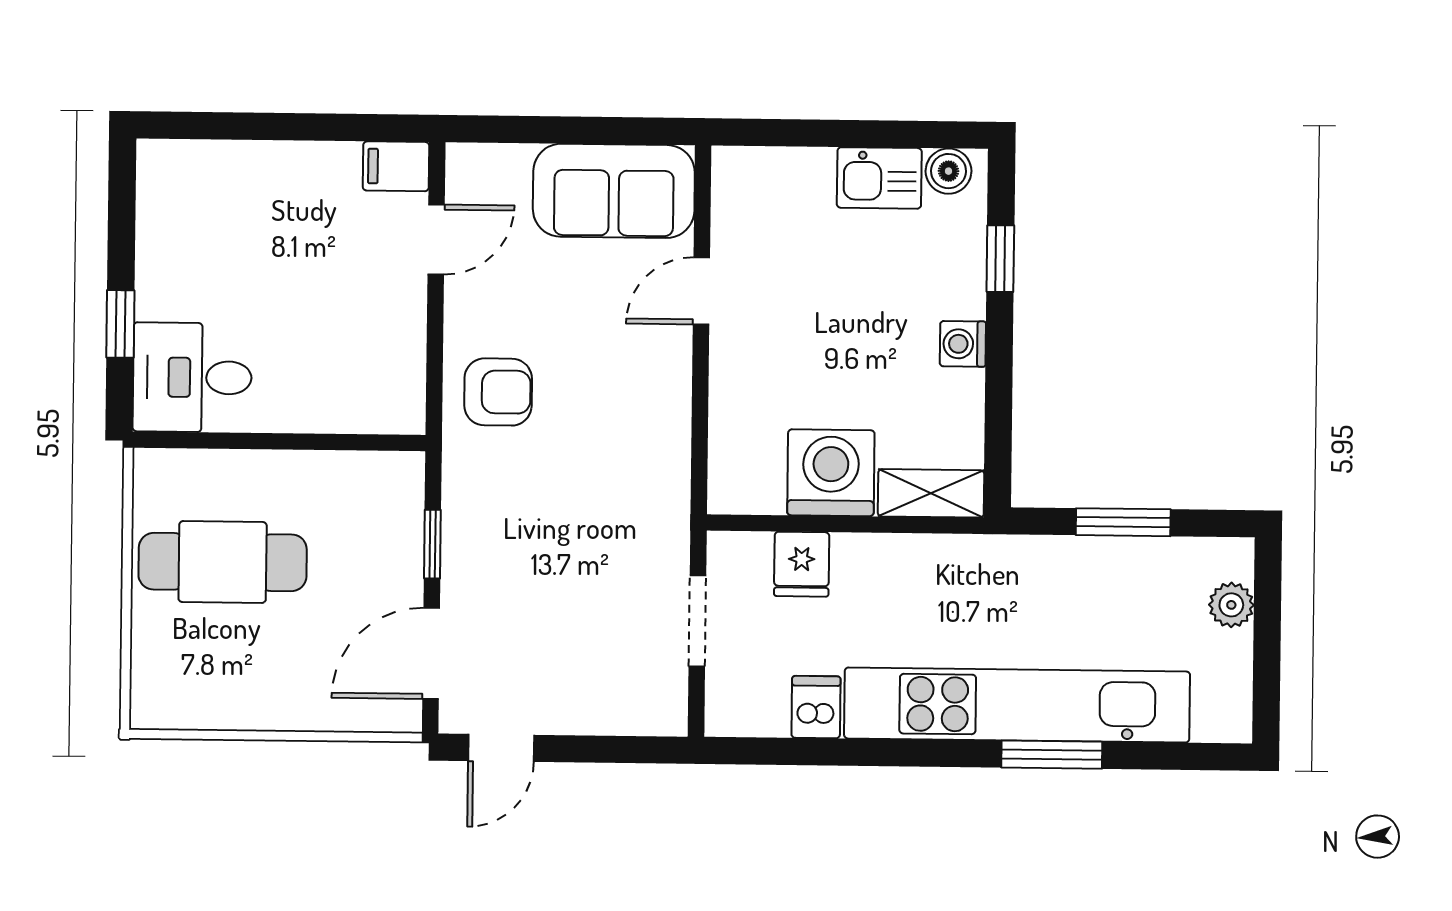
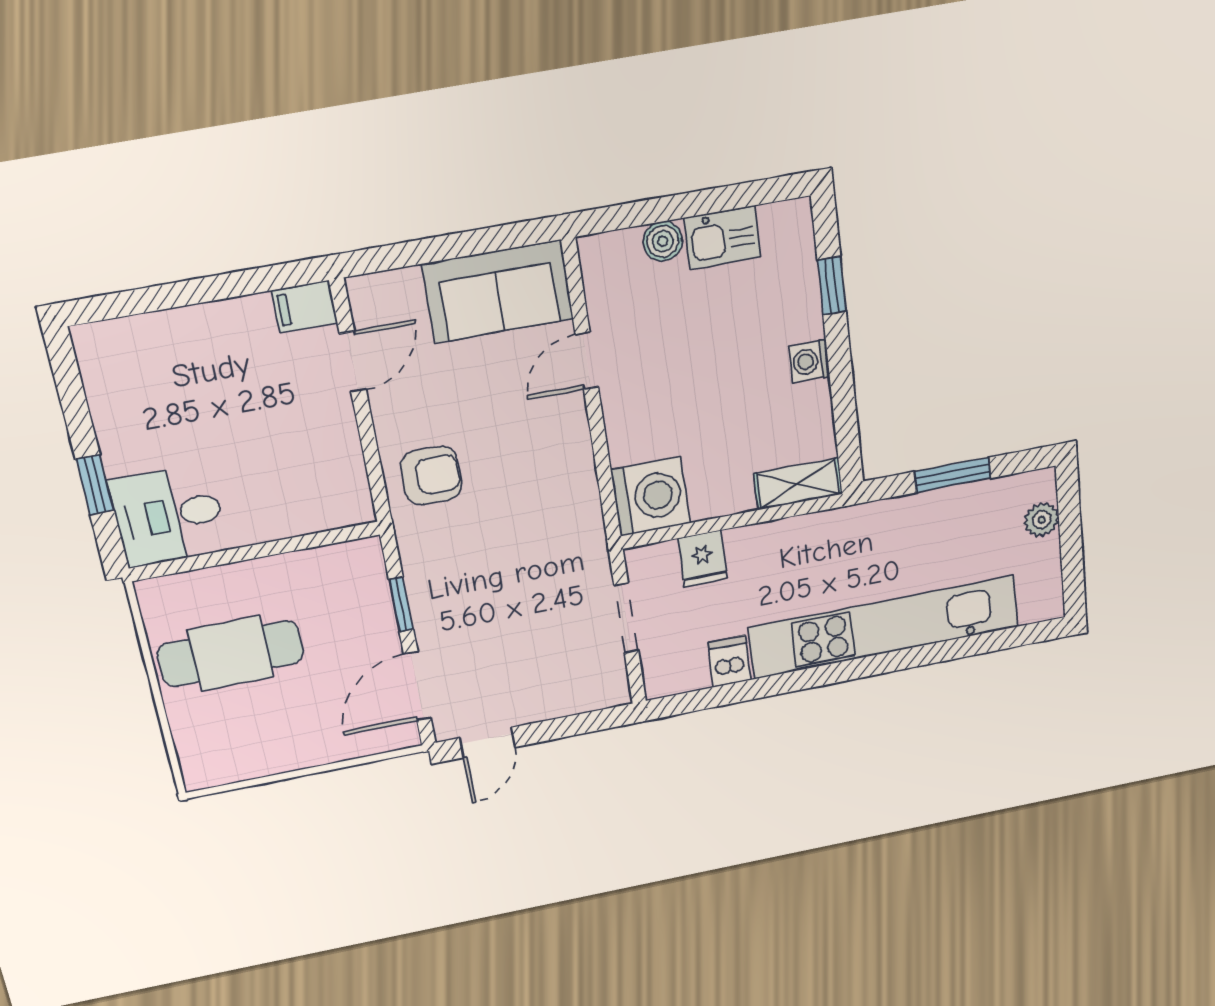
boiler: (948, 171) -> (663, 241), moved
washing machine: (831, 473) -> (651, 496), moved, turned 90
window: (1052, 755) -> (915, 657), removed

